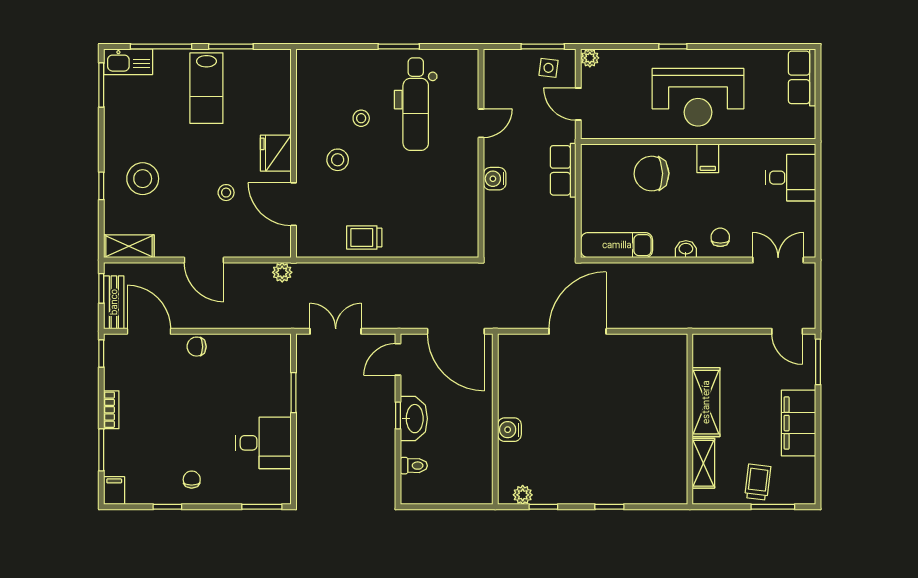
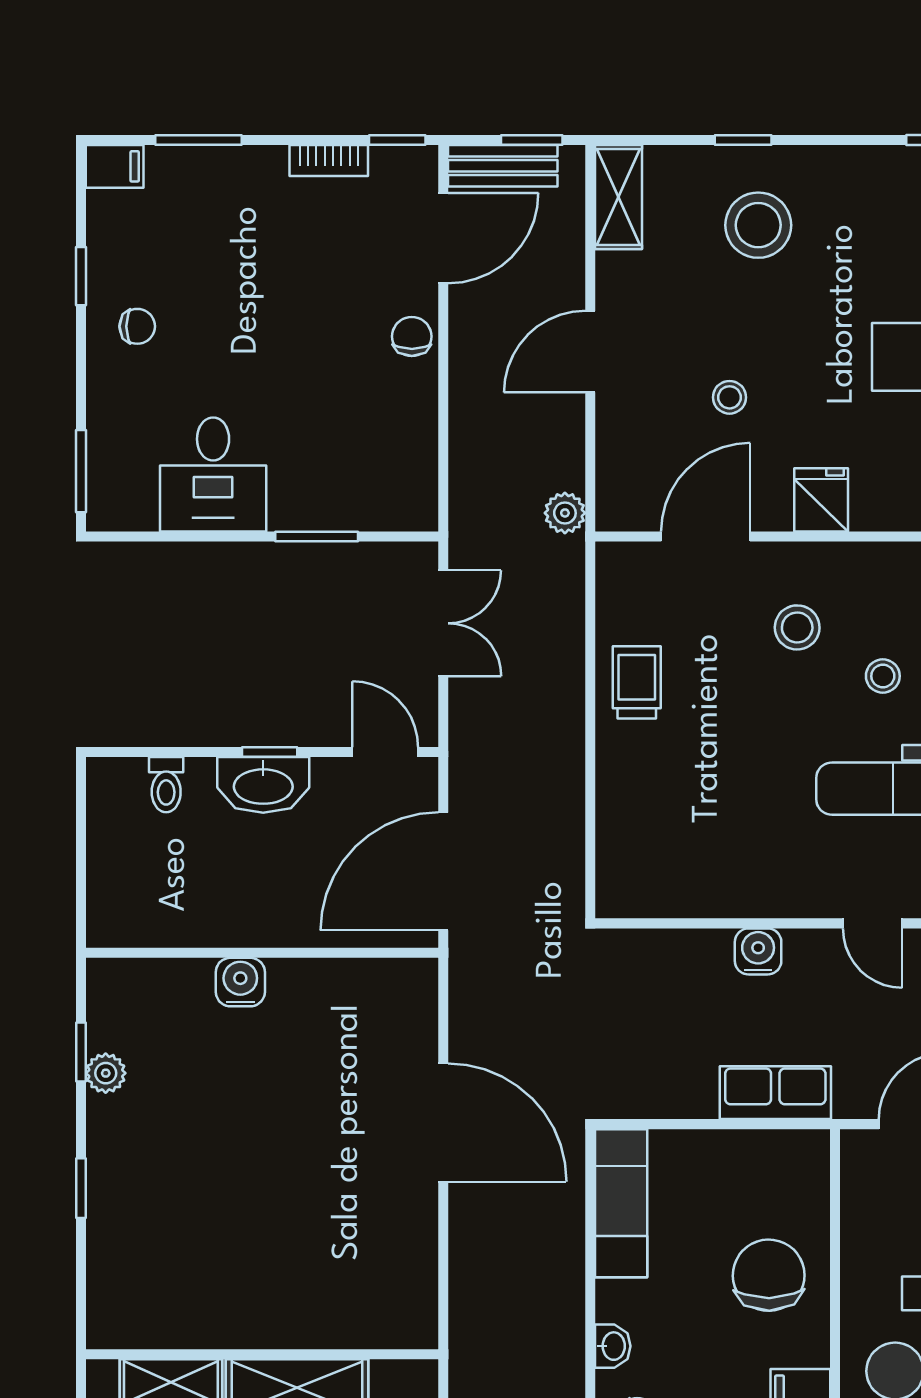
fridge: (276, 153) -> (821, 500), width x0.72
bookcase: (111, 410) -> (329, 160), moved
plant: (523, 495) -> (106, 1073), moved

